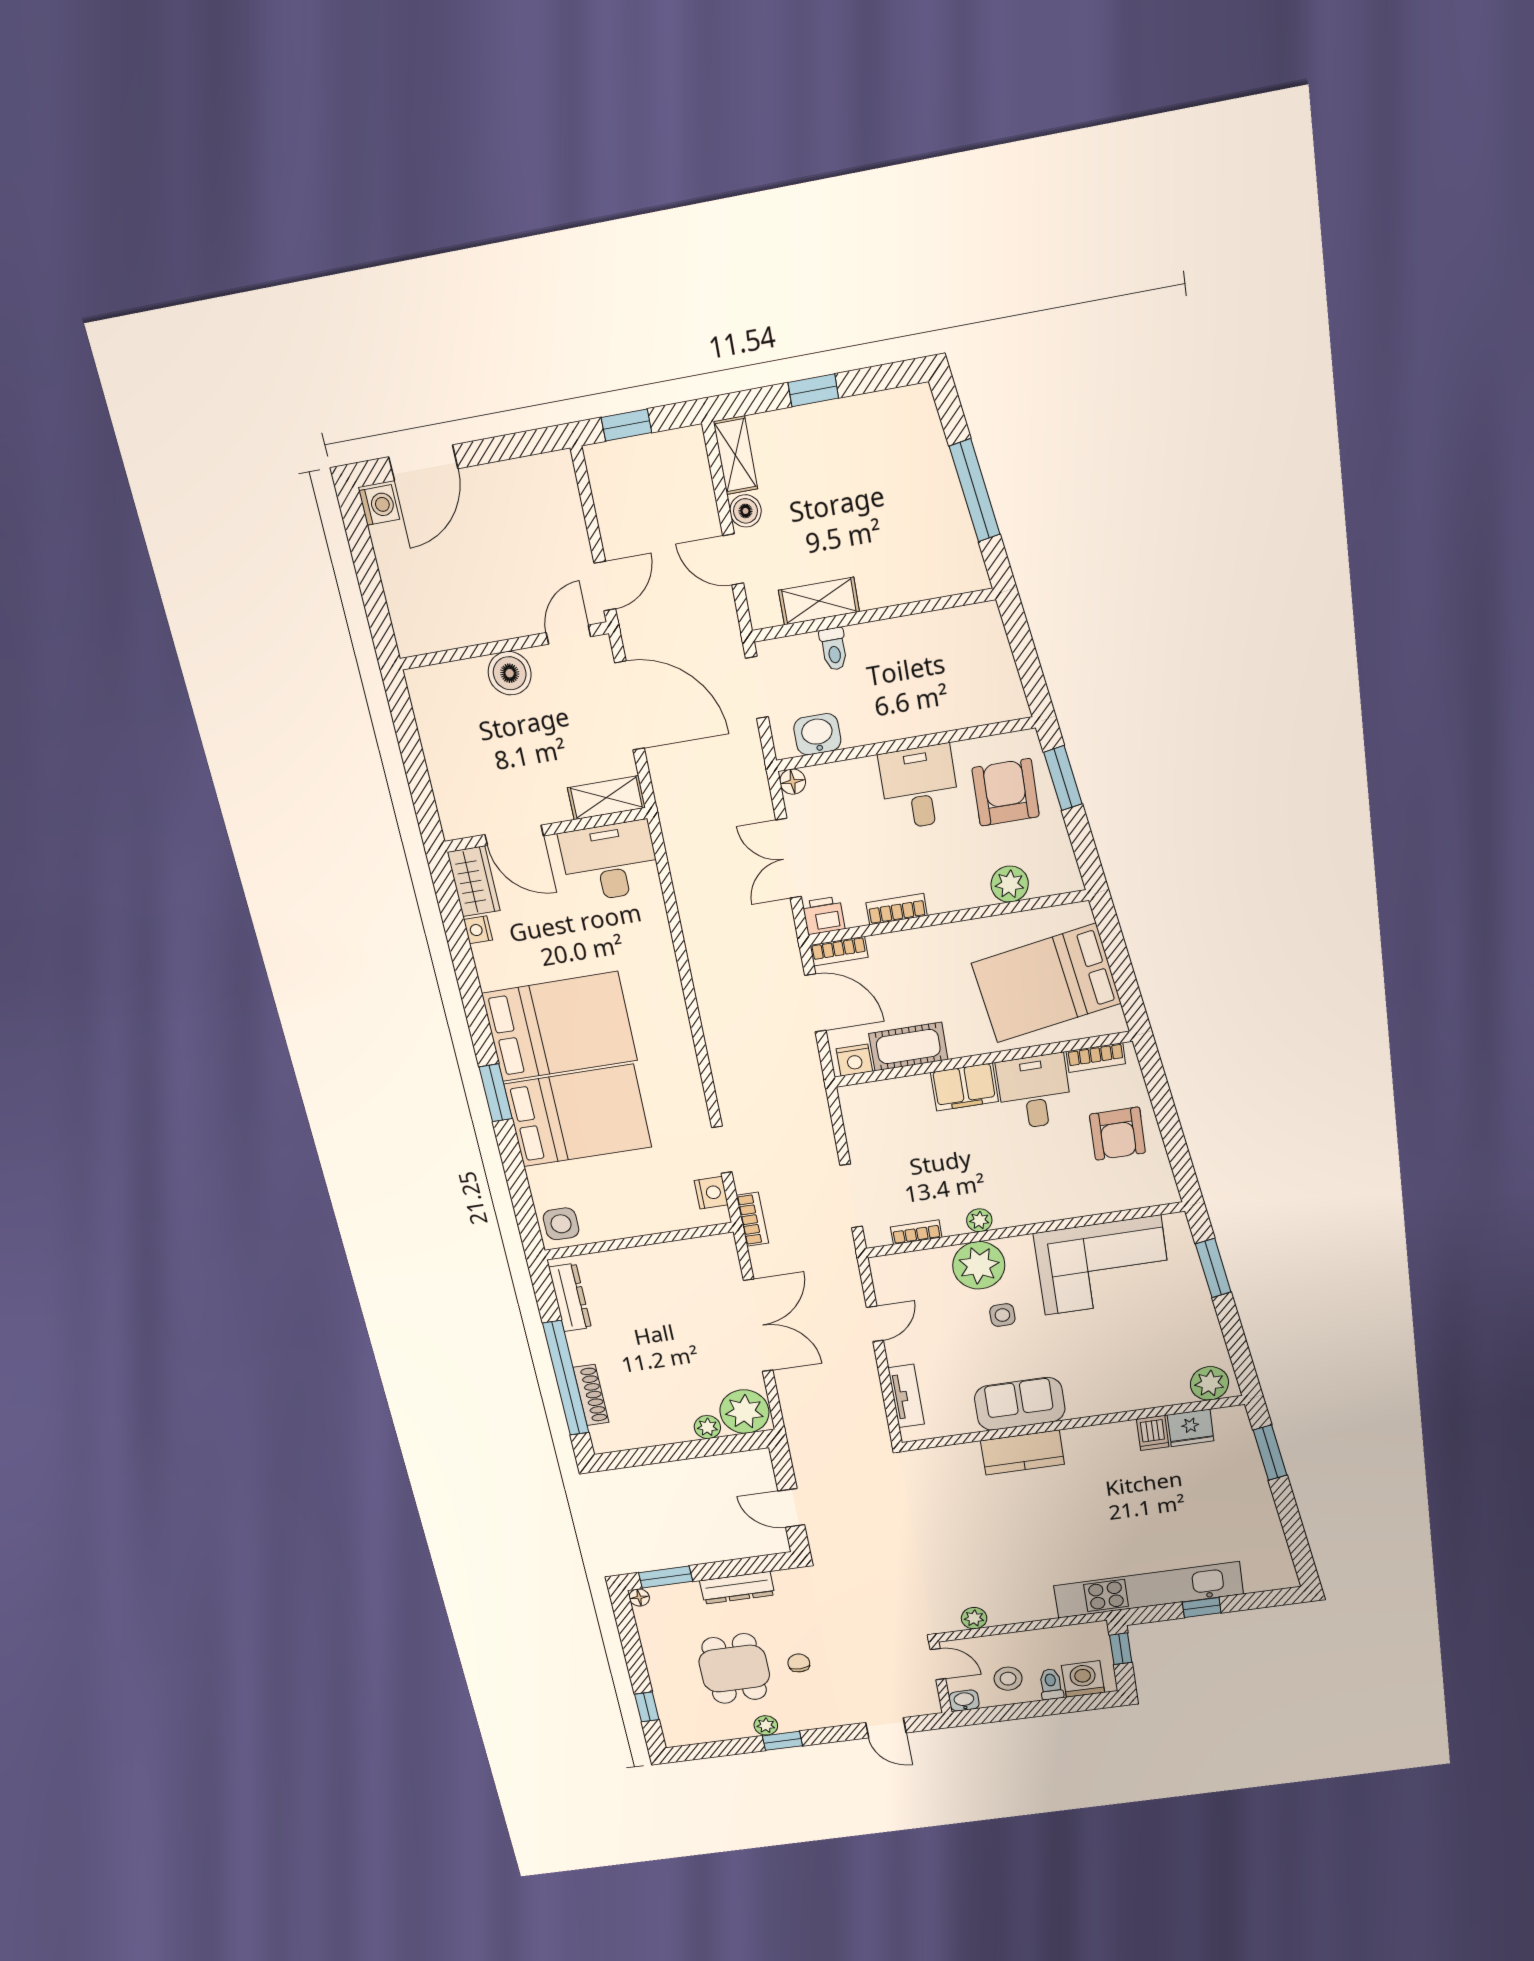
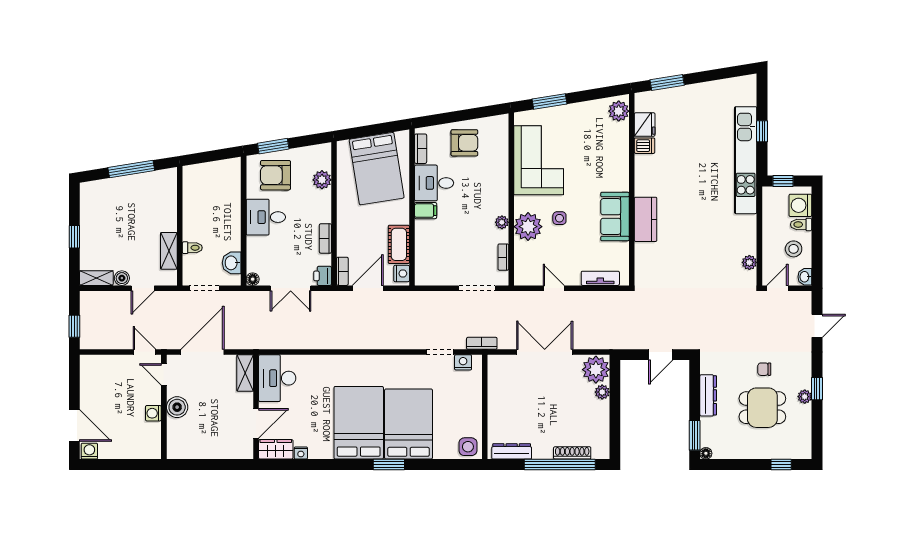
washing machine: (487, 627) -> (153, 413), added
filing cabinet: (964, 1087) -> (426, 211), width x0.50

